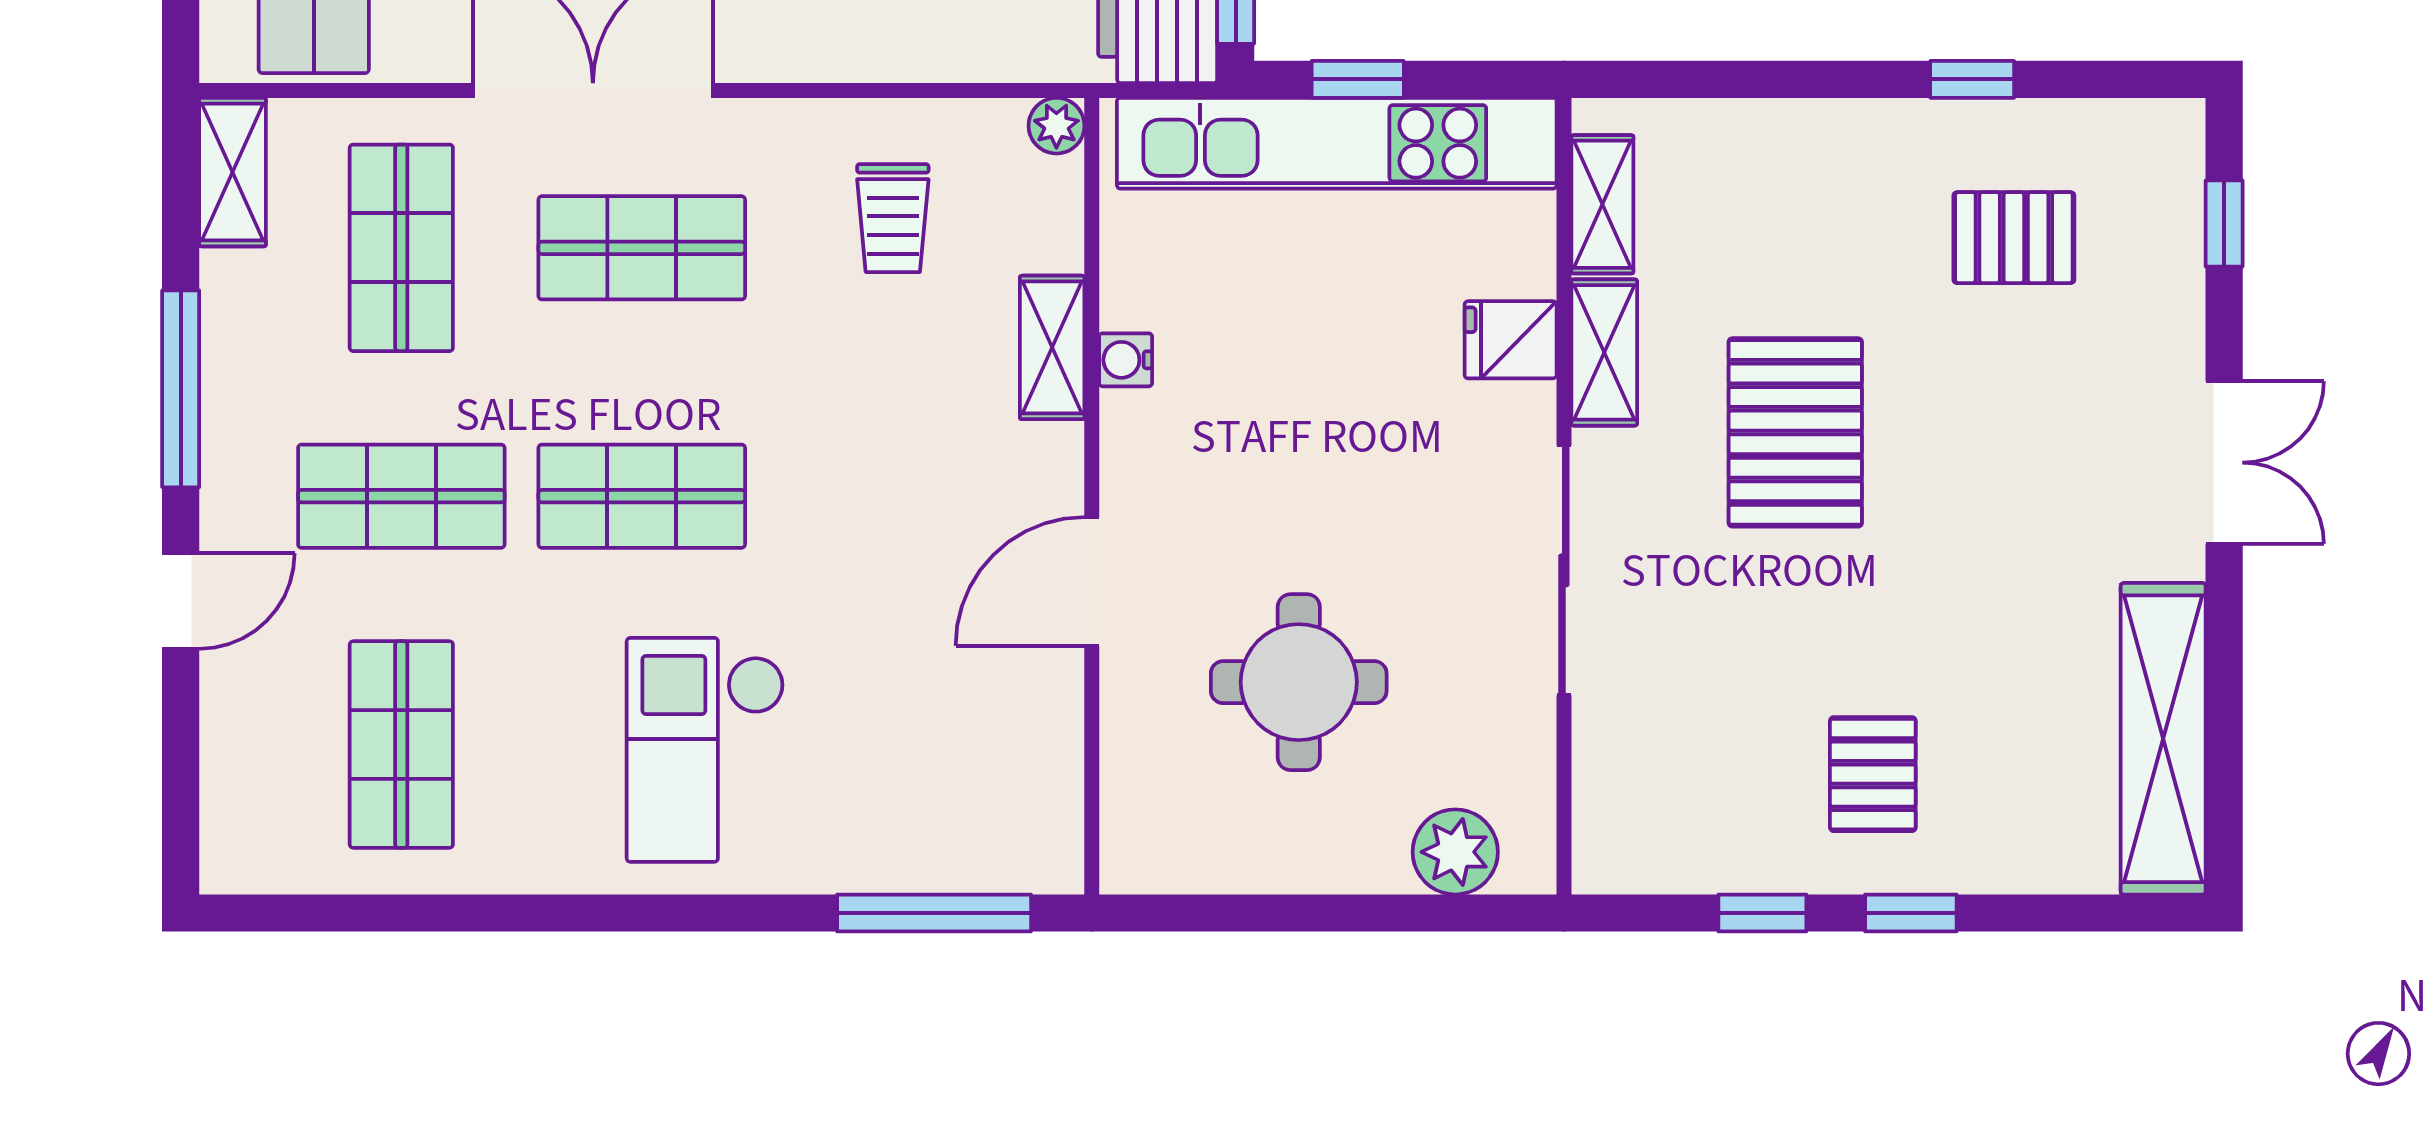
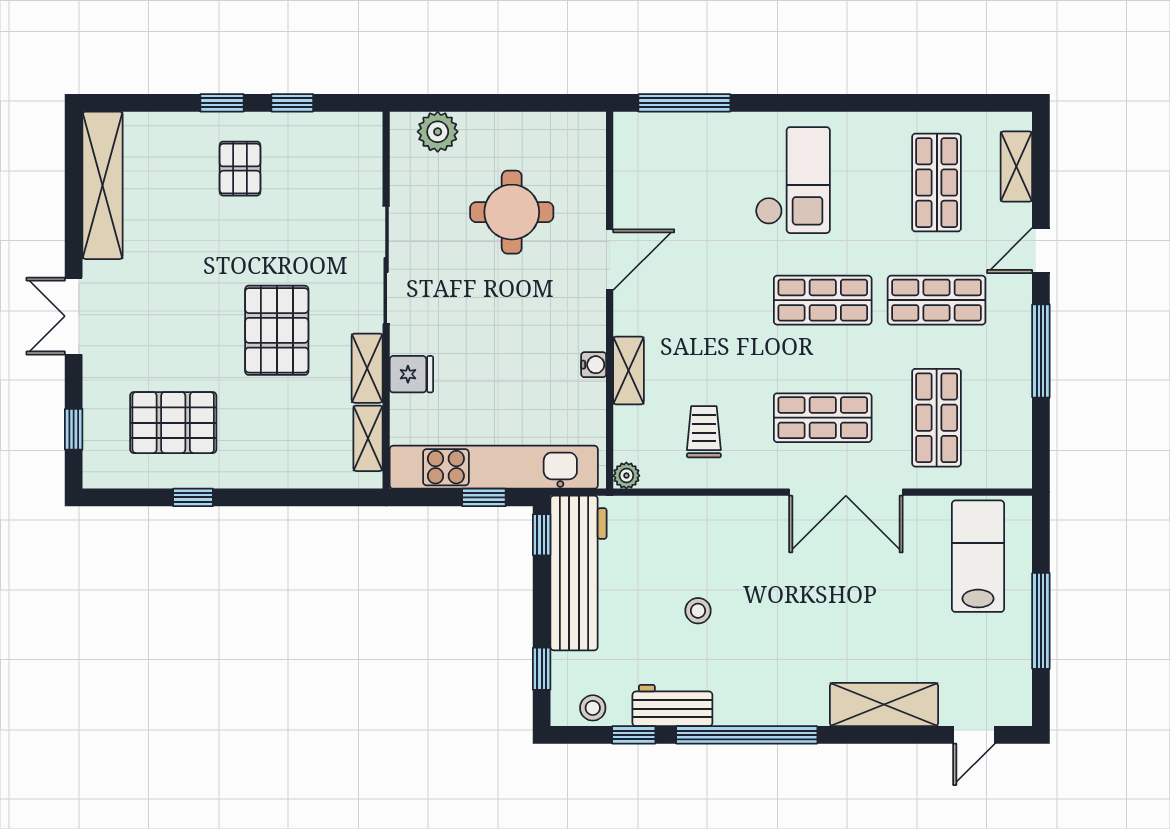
shelving: (233, 172) -> (1016, 167), moved
pallet: (2014, 238) -> (173, 423), width x1.50, depth x1.42

